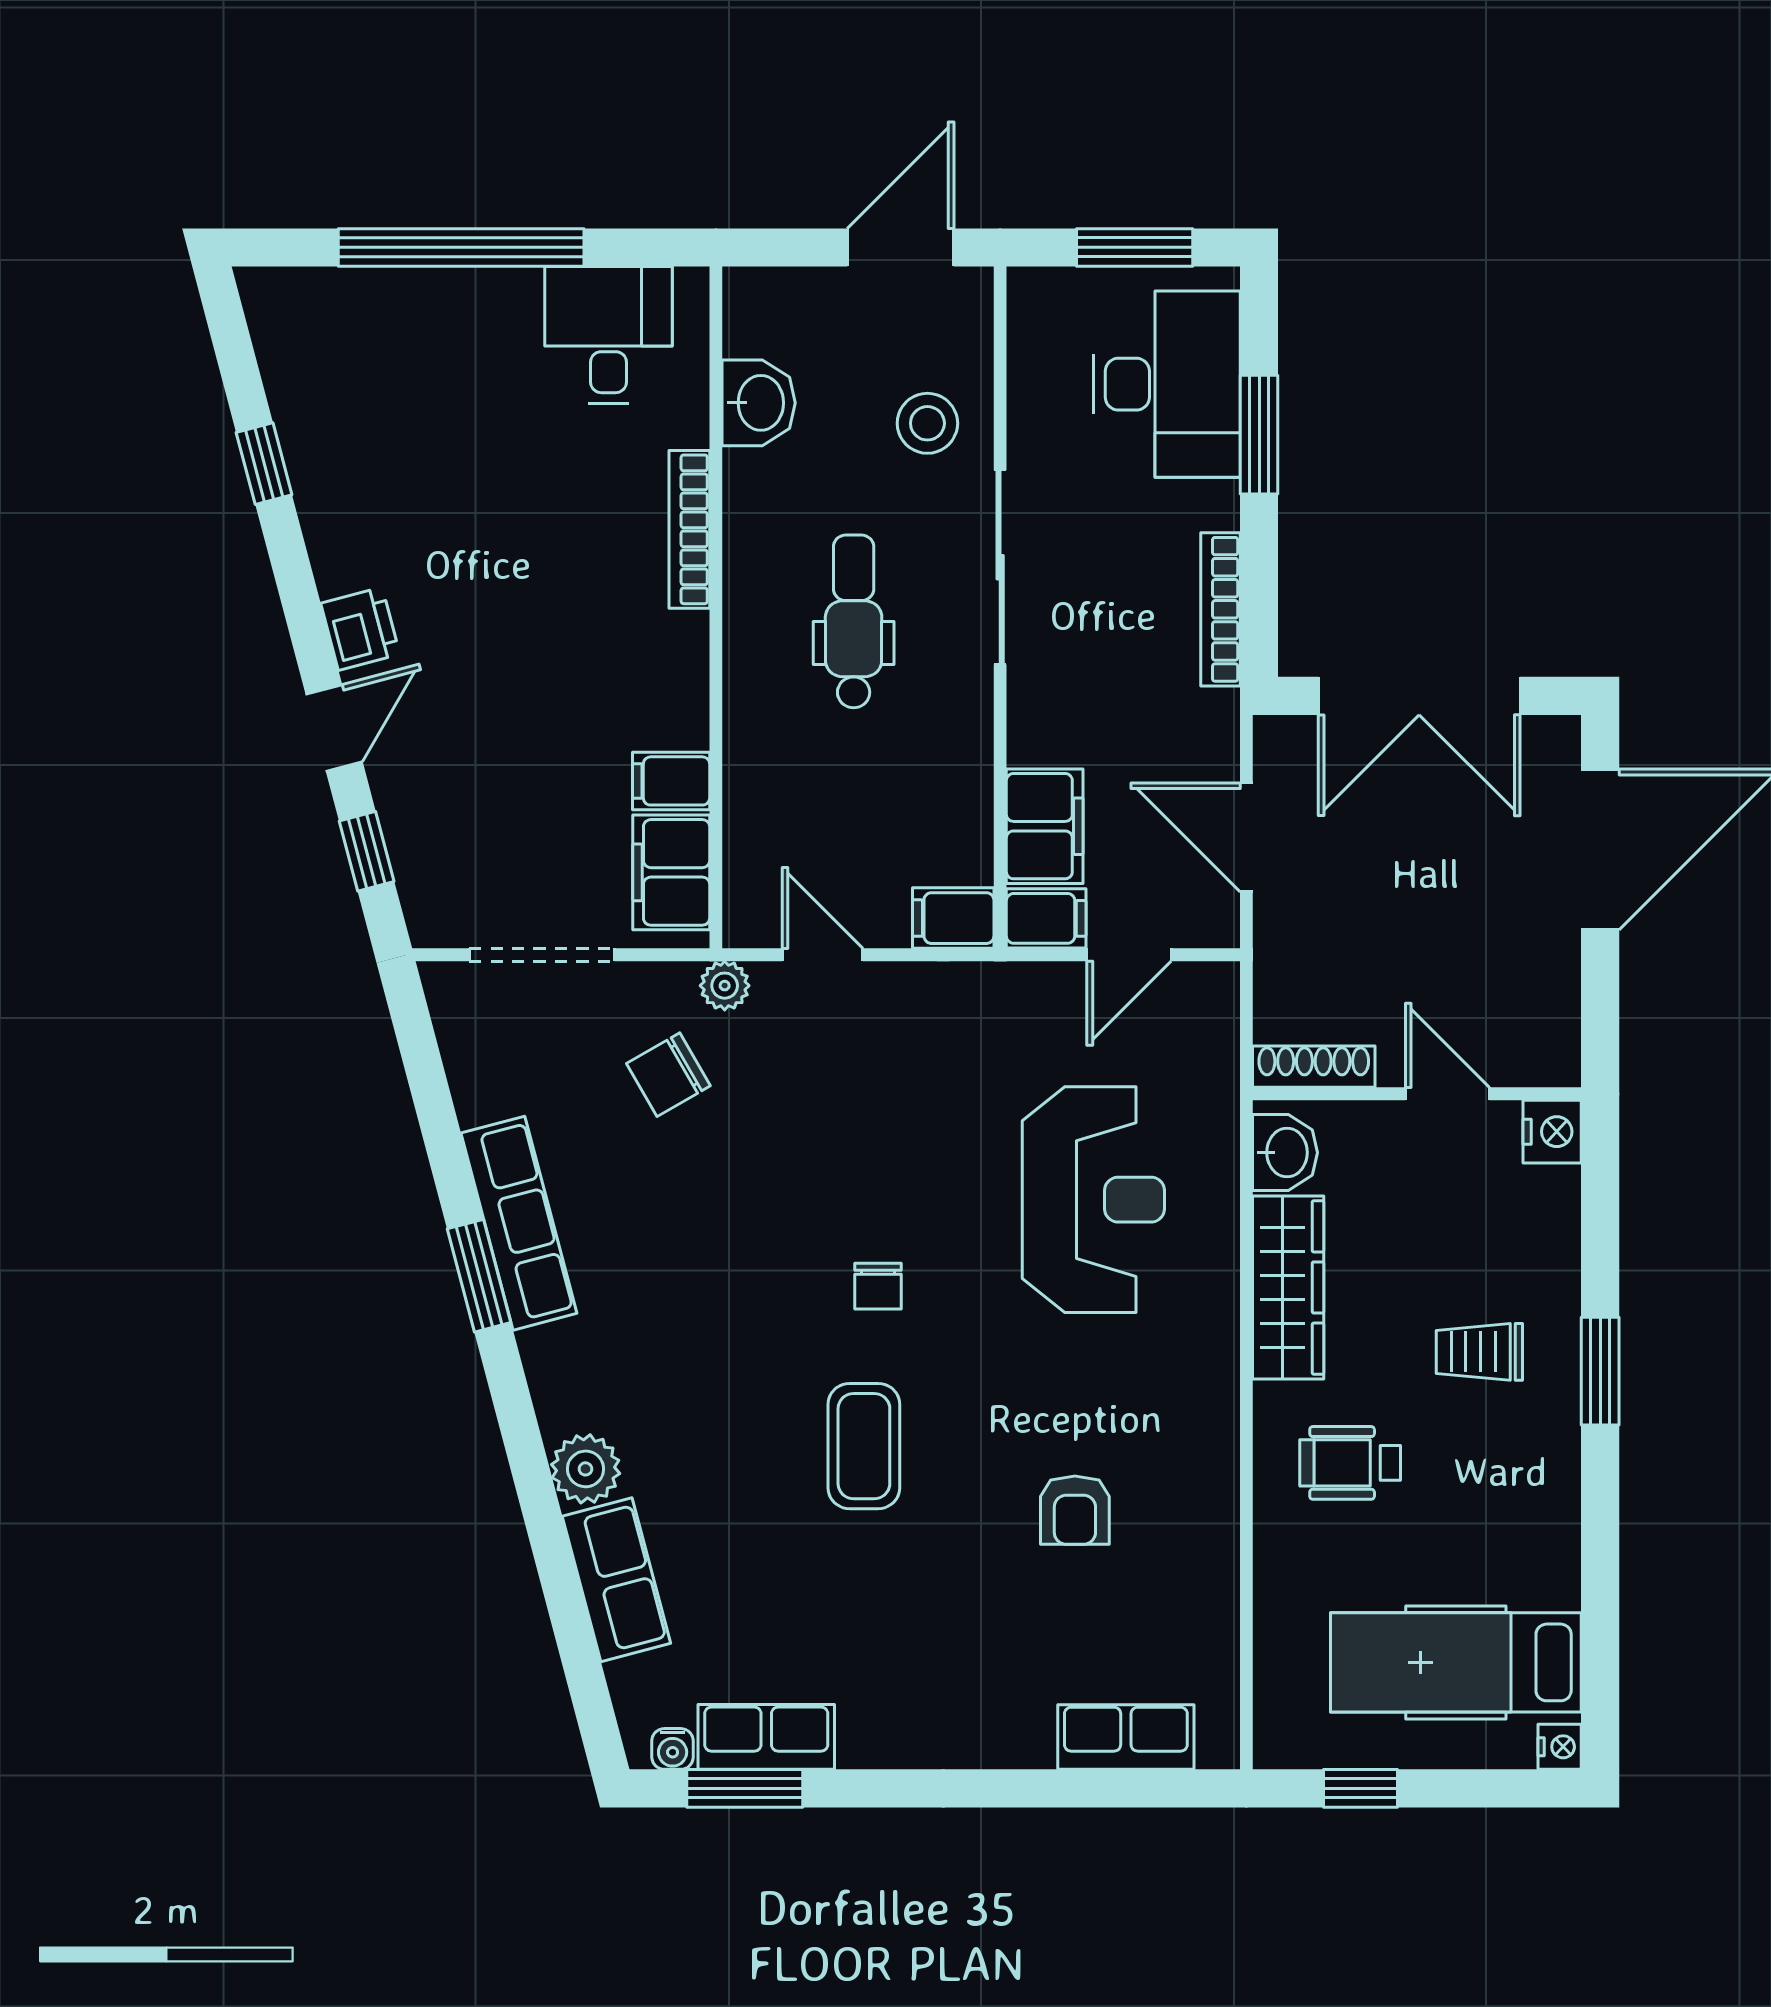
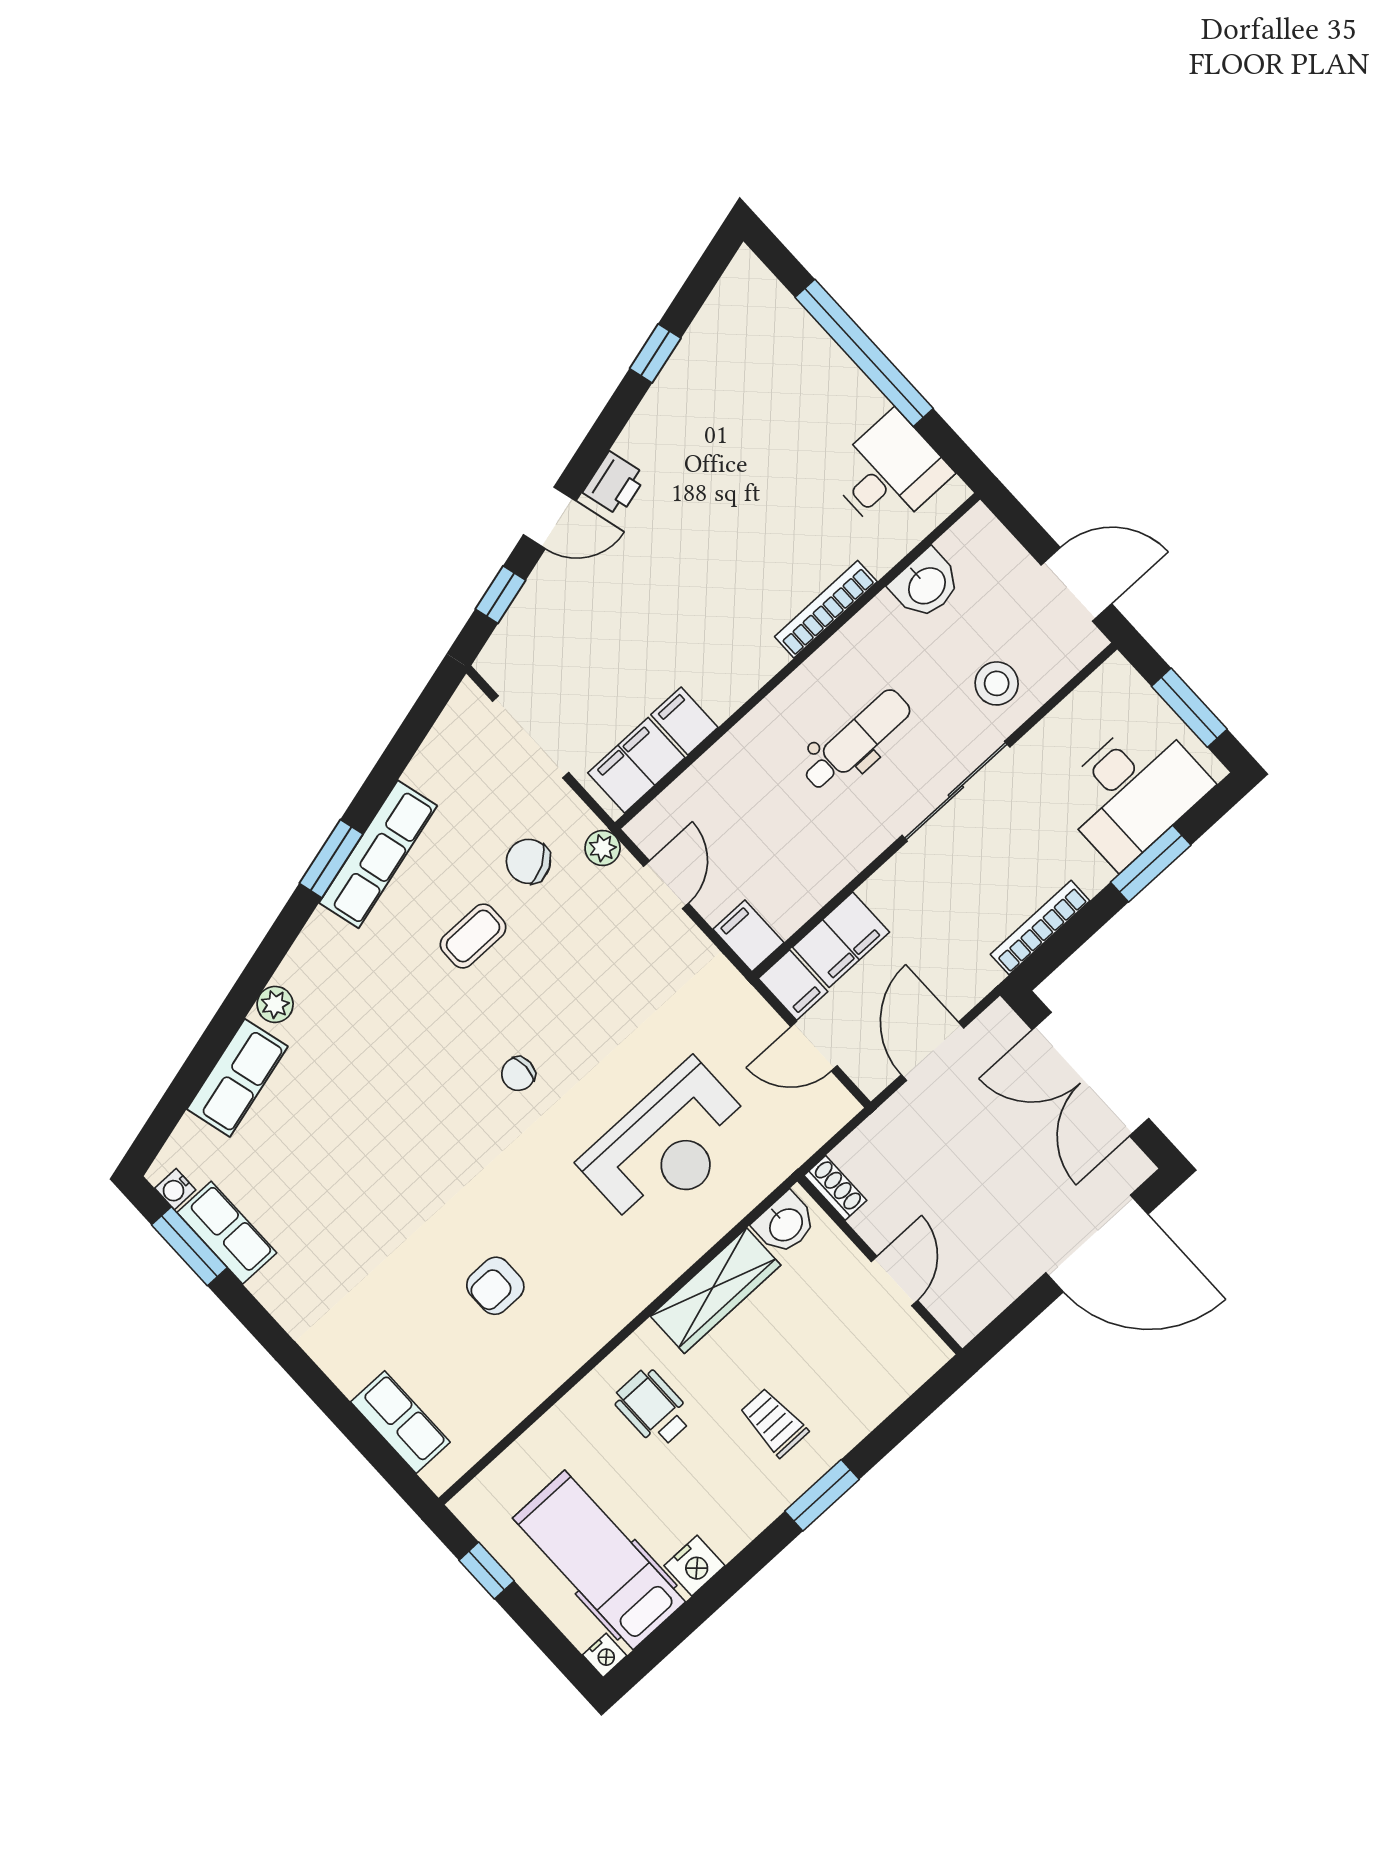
shoe rack: (1314, 1067) -> (835, 1188), width x0.70
nightstand: (1552, 1132) -> (694, 1566), moved
coffee table: (864, 1446) -> (473, 936), moved, width x0.73, depth x0.77
plant: (586, 1469) -> (275, 1004), width x0.73, depth x0.73

